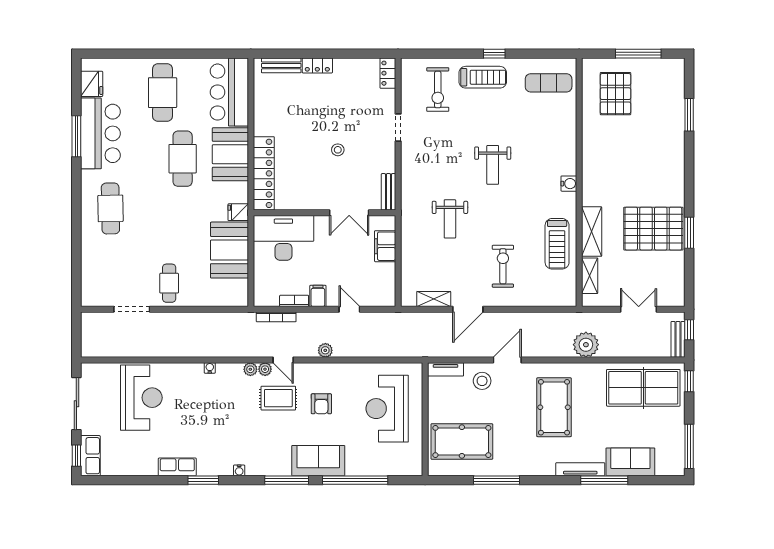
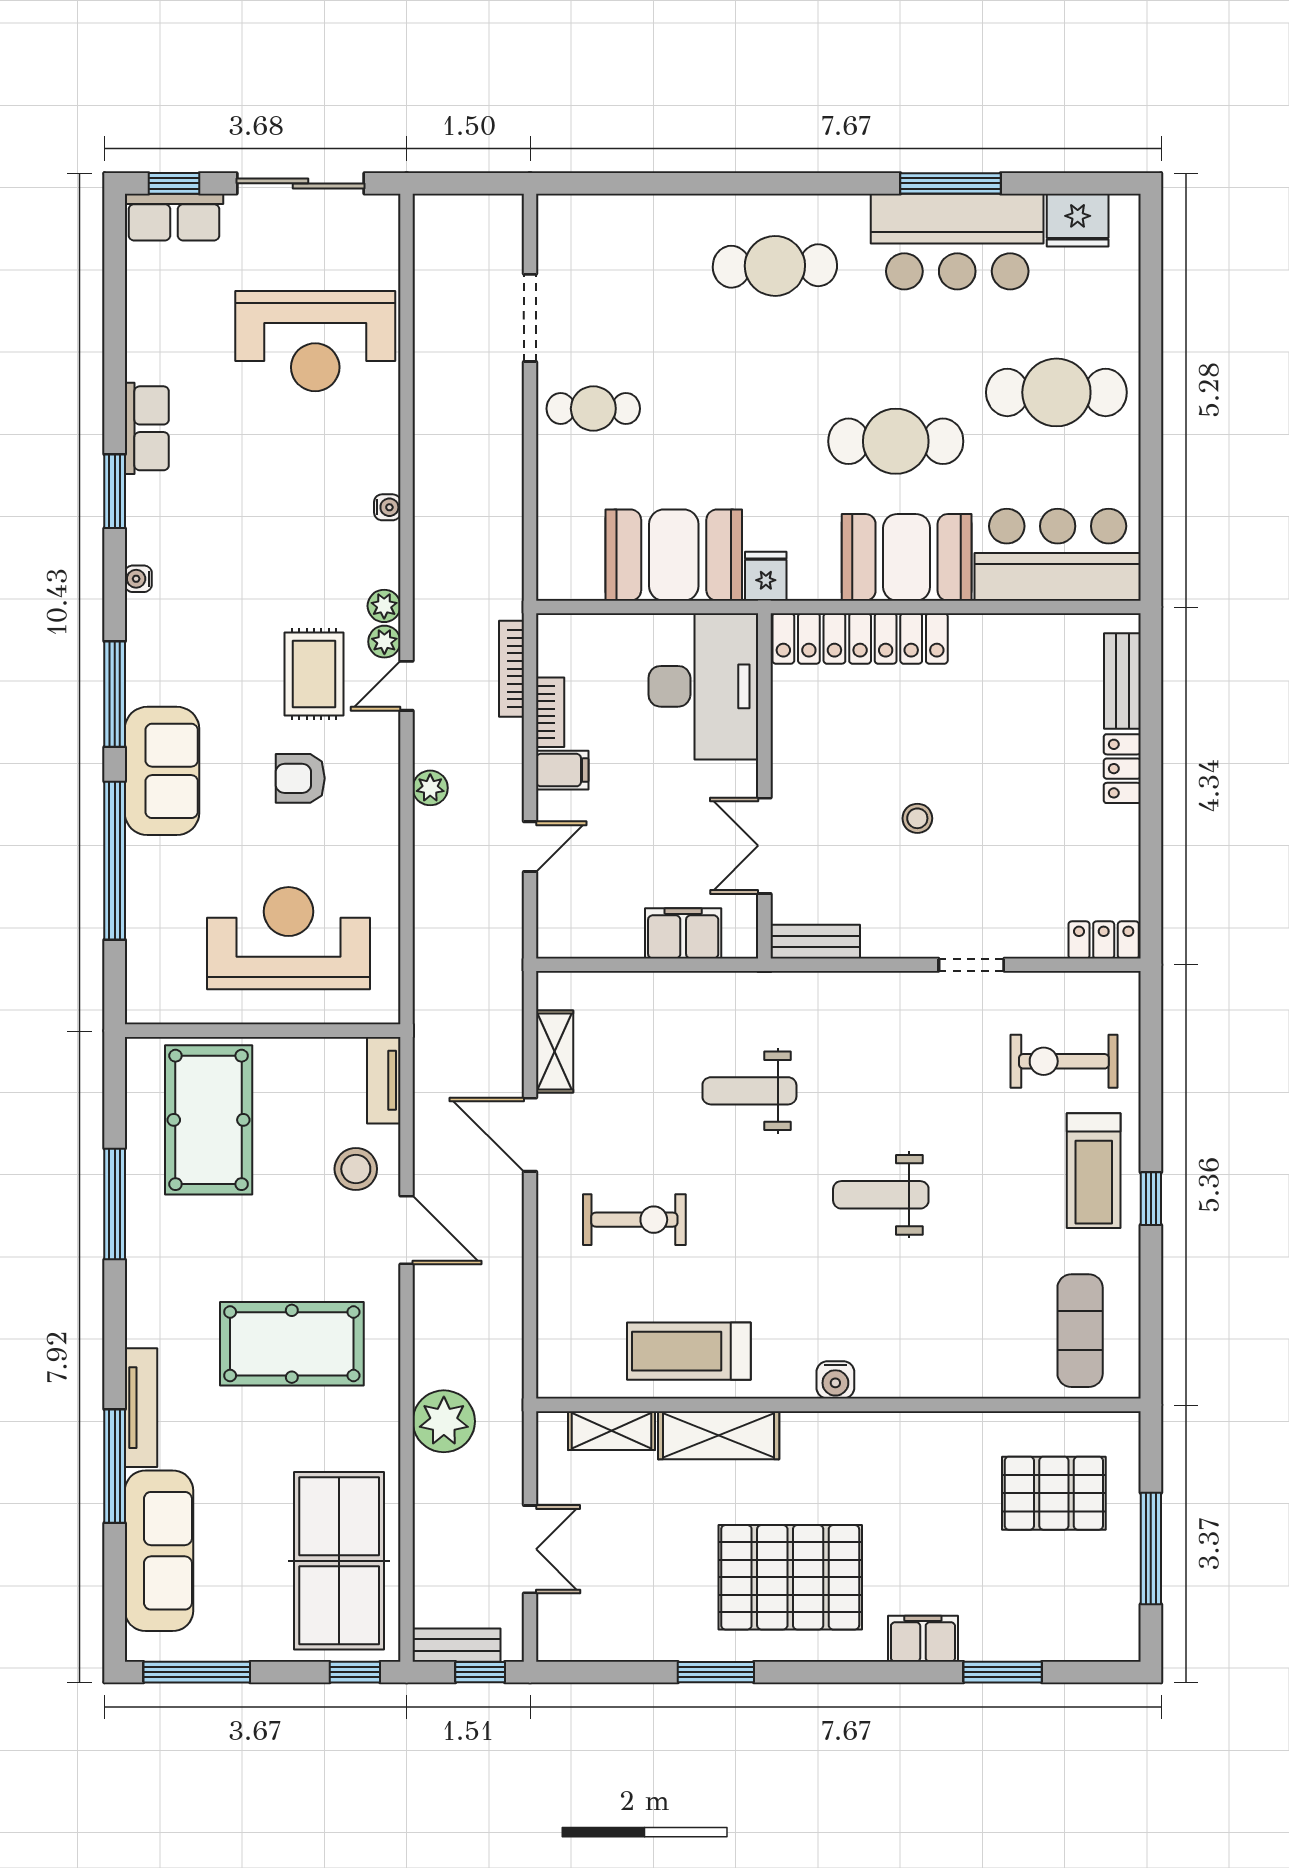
filing cabinet: (675, 147) -> (923, 1639), added
pallet: (653, 229) -> (790, 1577), moved, turned 90
sofa: (630, 462) -> (159, 1551), width x1.36

